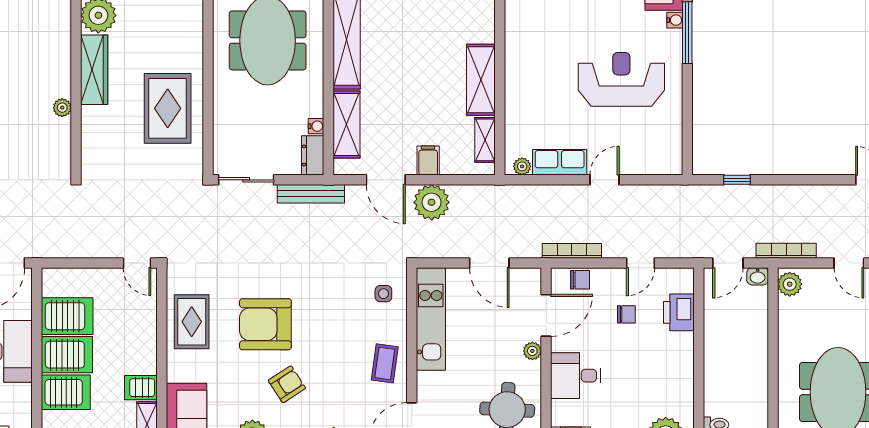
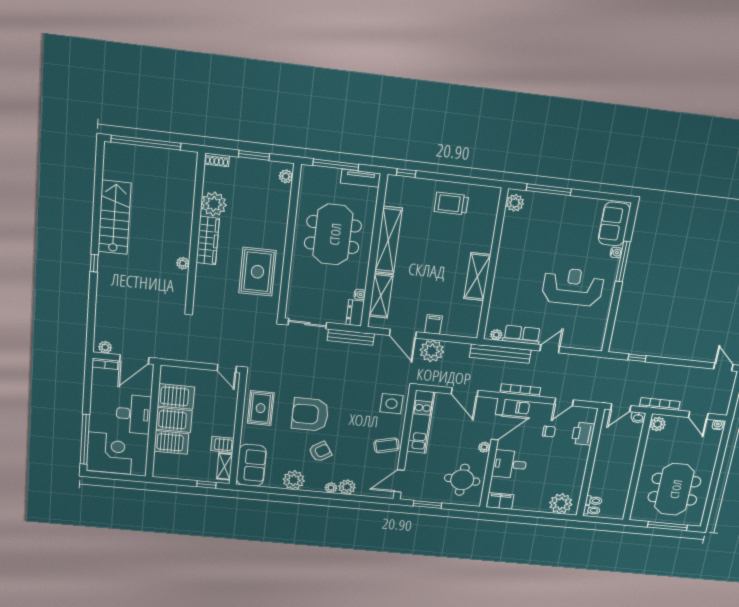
shelving: (485, 140) -> (474, 315), removed
bench: (533, 195) -> (500, 354), added
side table: (383, 294) -> (392, 404), width x1.87, depth x1.87
coffee table: (385, 363) -> (386, 445), turned 68

